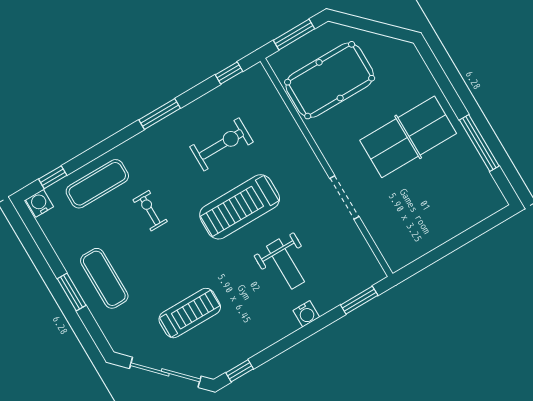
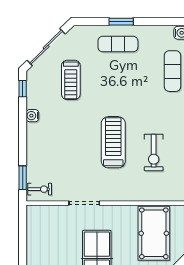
exercise bike: (150, 211) -> (40, 189), moved
weight bench: (285, 264) -> (67, 149), removed
water cooler: (306, 314) -> (32, 116), moved

